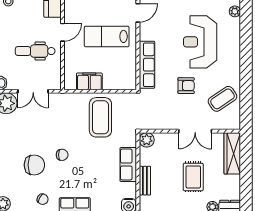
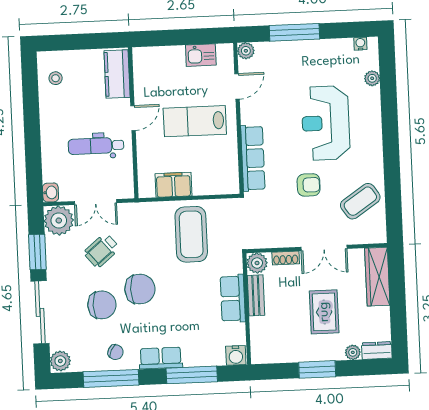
wheelchair: (36, 126) -> (102, 250), added
shoe rack: (167, 137) -> (286, 258), added
chair: (62, 155) -> (140, 289), width x1.87, depth x1.87
bench: (145, 181) -> (256, 295), moved

